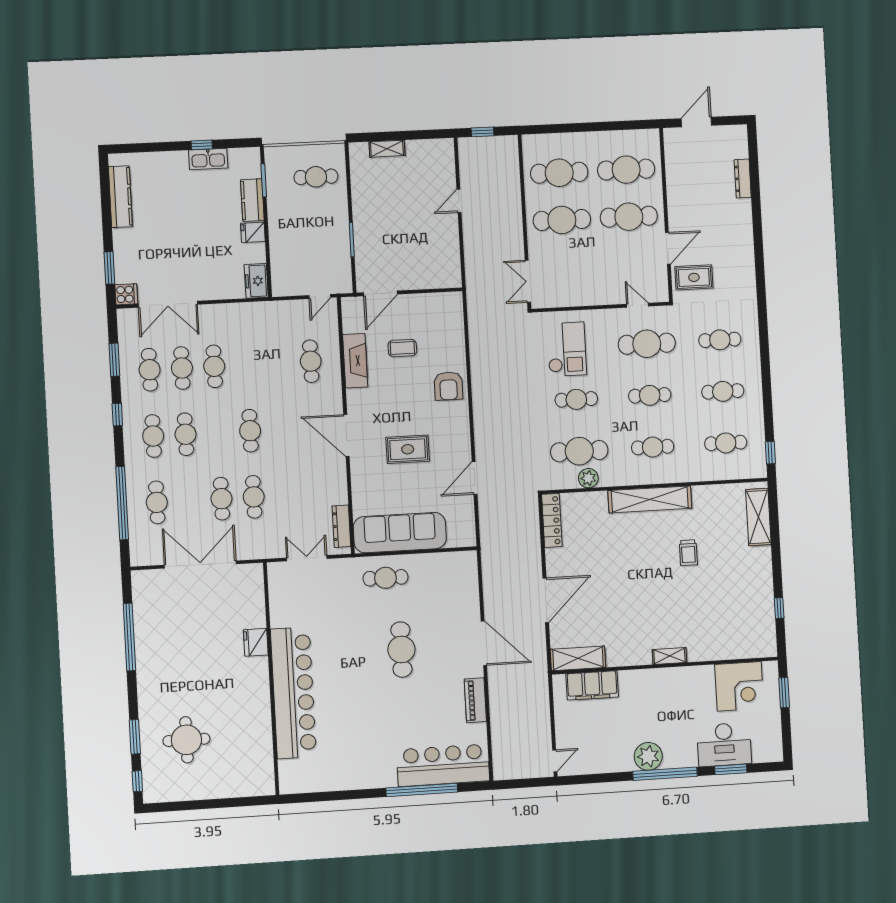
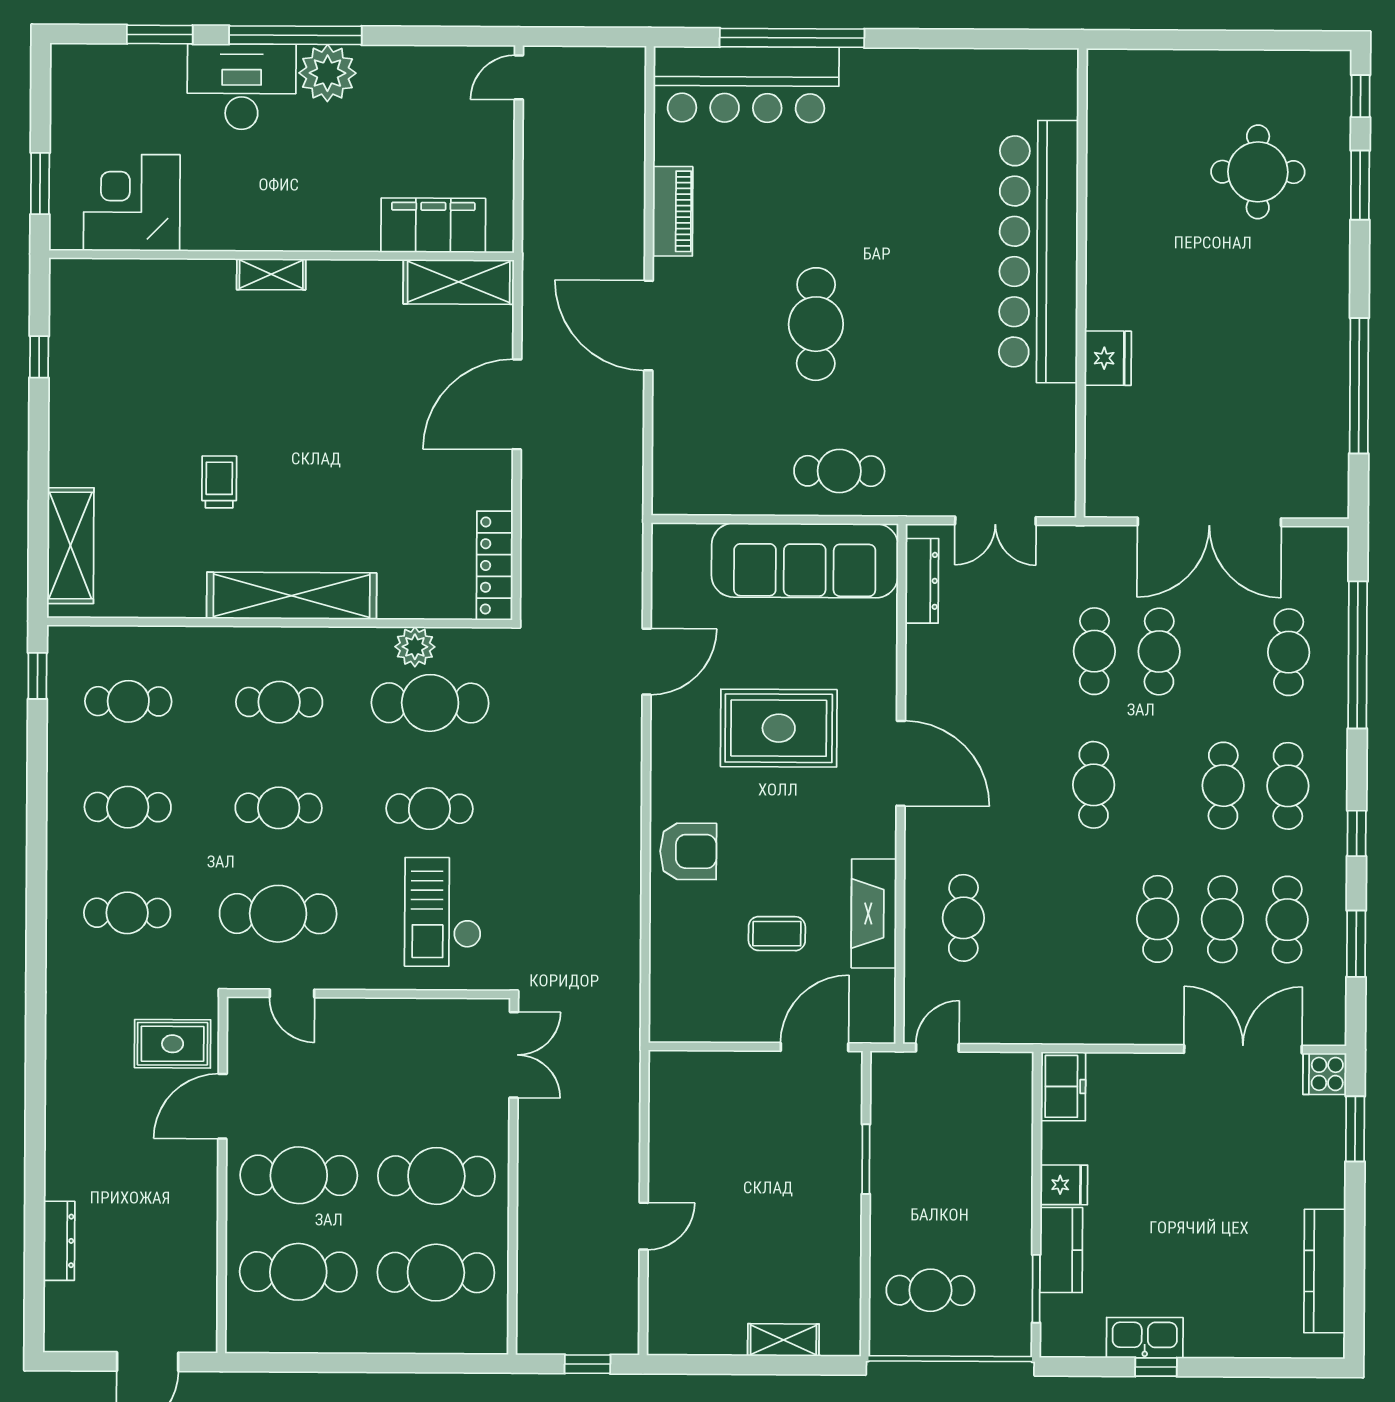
armchair: (448, 386) -> (688, 851), turned 90
rug: (408, 449) -> (779, 728), width x1.36, depth x1.43
desk: (724, 744) -> (242, 87), moved

